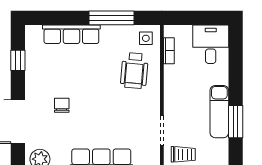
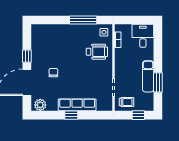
row of seats: (71, 34) -> (59, 30), removed
window: (18, 60) -> (27, 56), moved
wheelchair: (134, 71) -> (97, 52), turned -95

